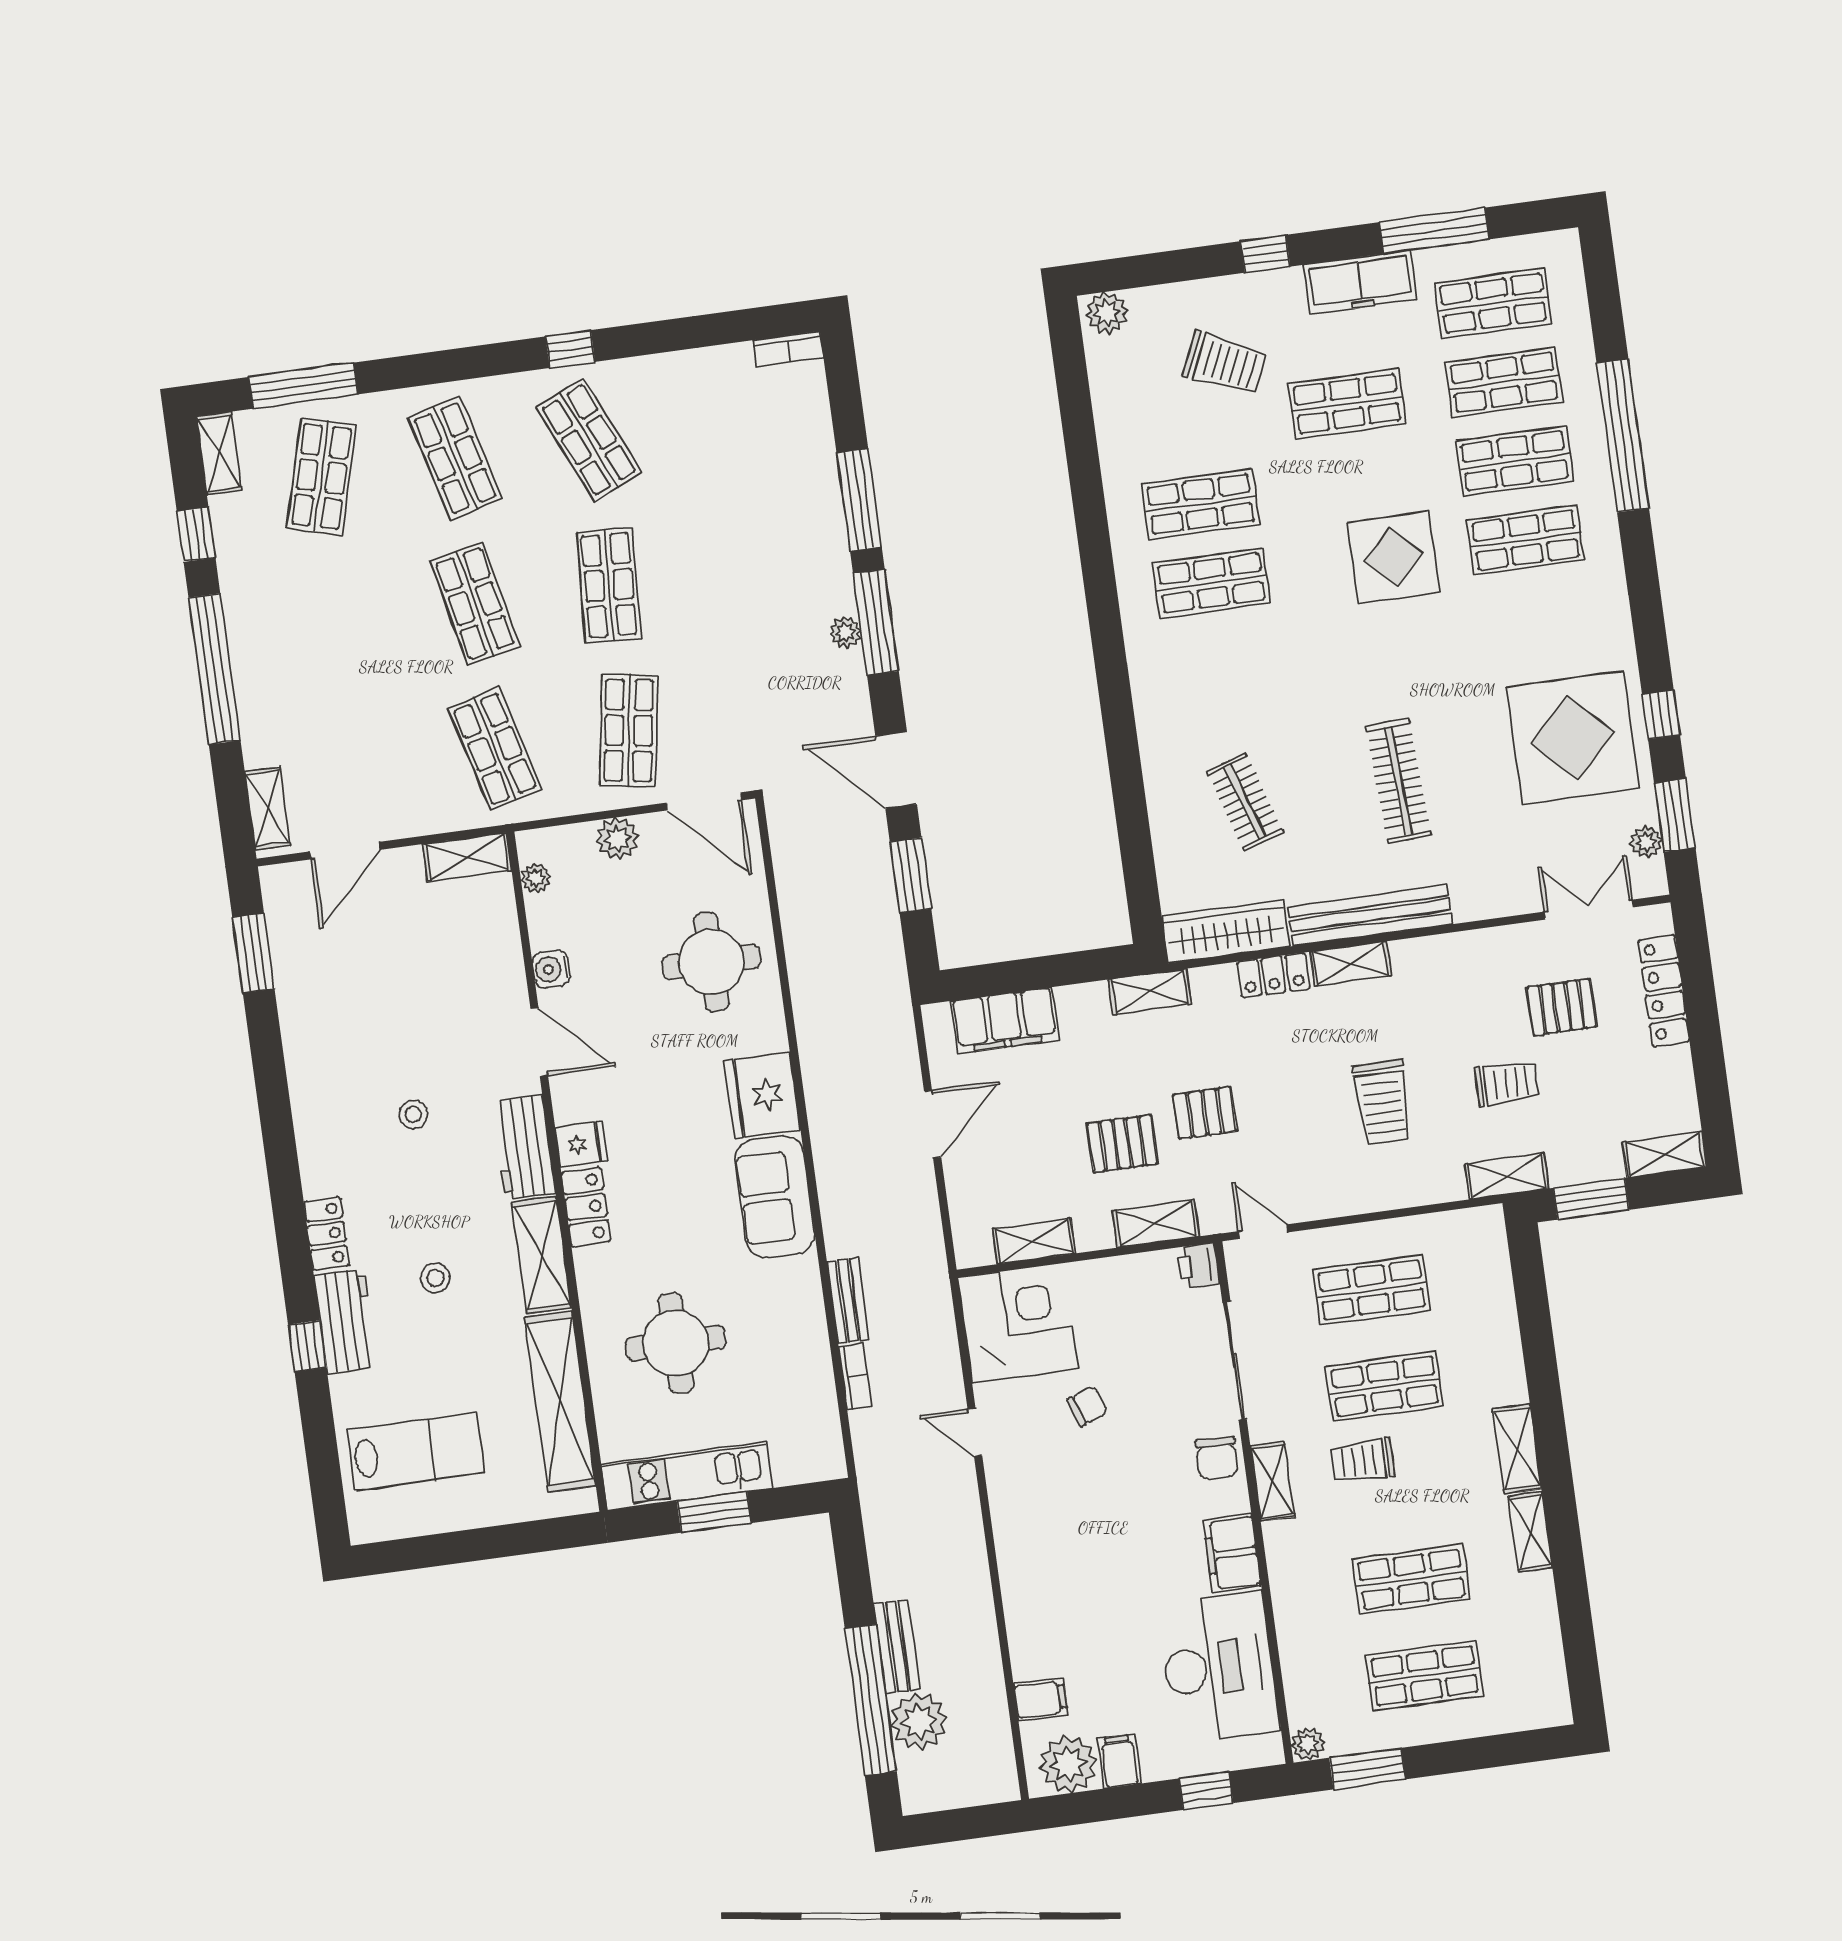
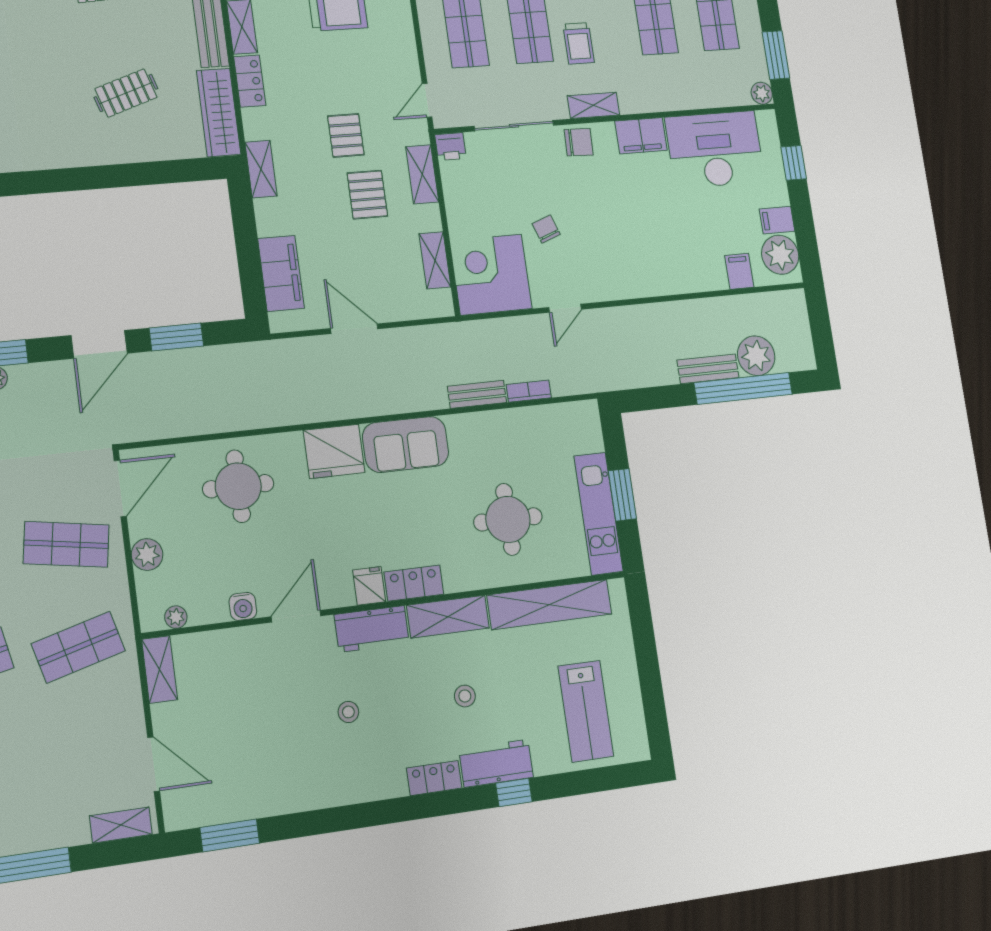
lab bench: (416, 1452) -> (586, 711), turned 180

